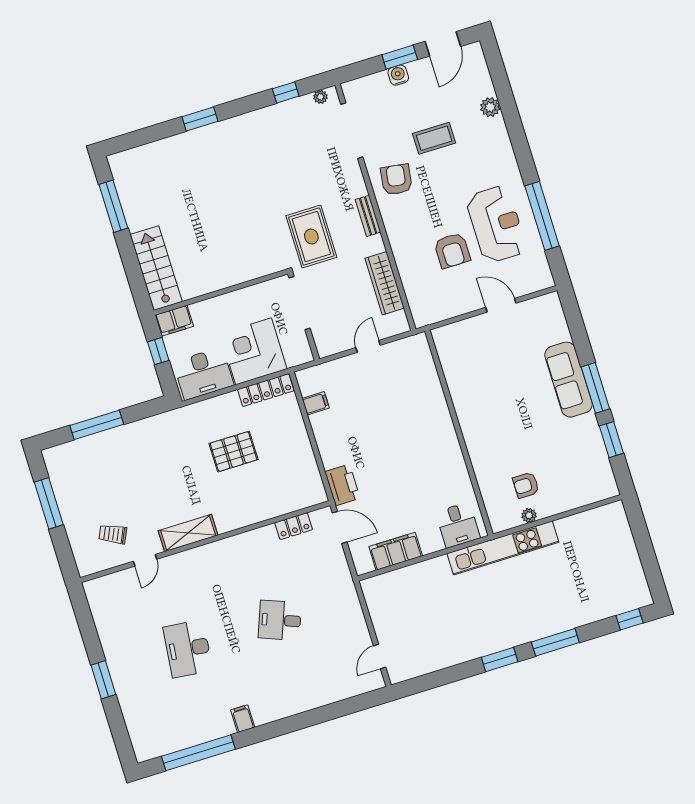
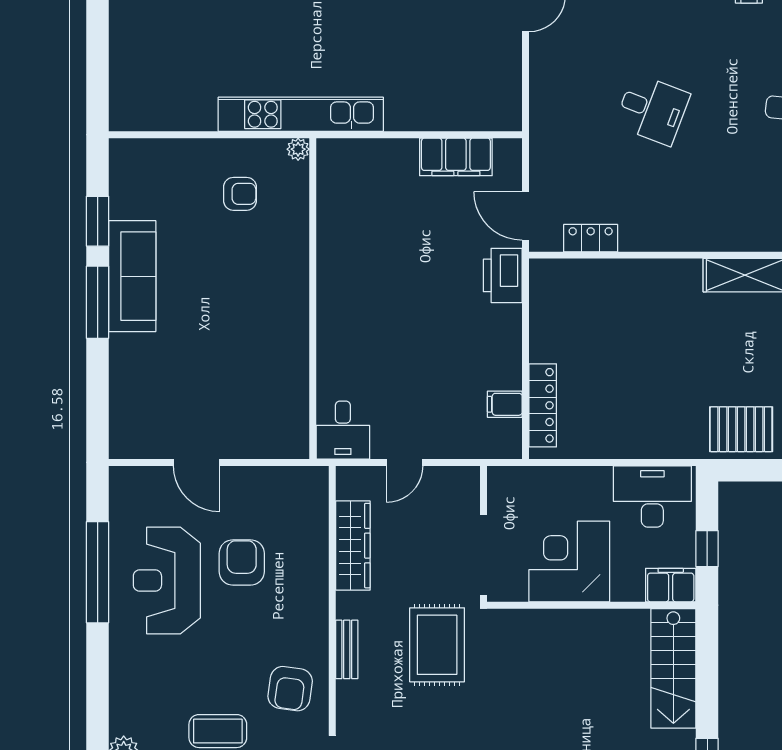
corner desk: (254, 351) -> (569, 562), moved, turned 180
sofa: (569, 380) -> (132, 276), moved
locker: (266, 390) -> (543, 405), moved, turned 90
pallet: (234, 452) -> (741, 429), moved
plant: (529, 515) -> (298, 149), moved
desk: (458, 525) -> (343, 430), moved, turned 180

